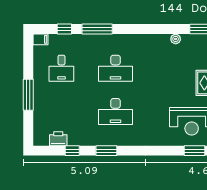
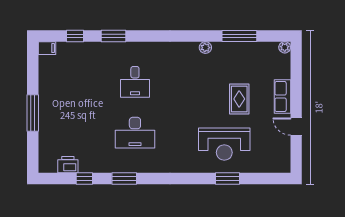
window: (97, 29) -> (113, 36), width x0.69
desk: (61, 68) -> (72, 82), removed
desk: (115, 68) -> (135, 82), width x0.73

